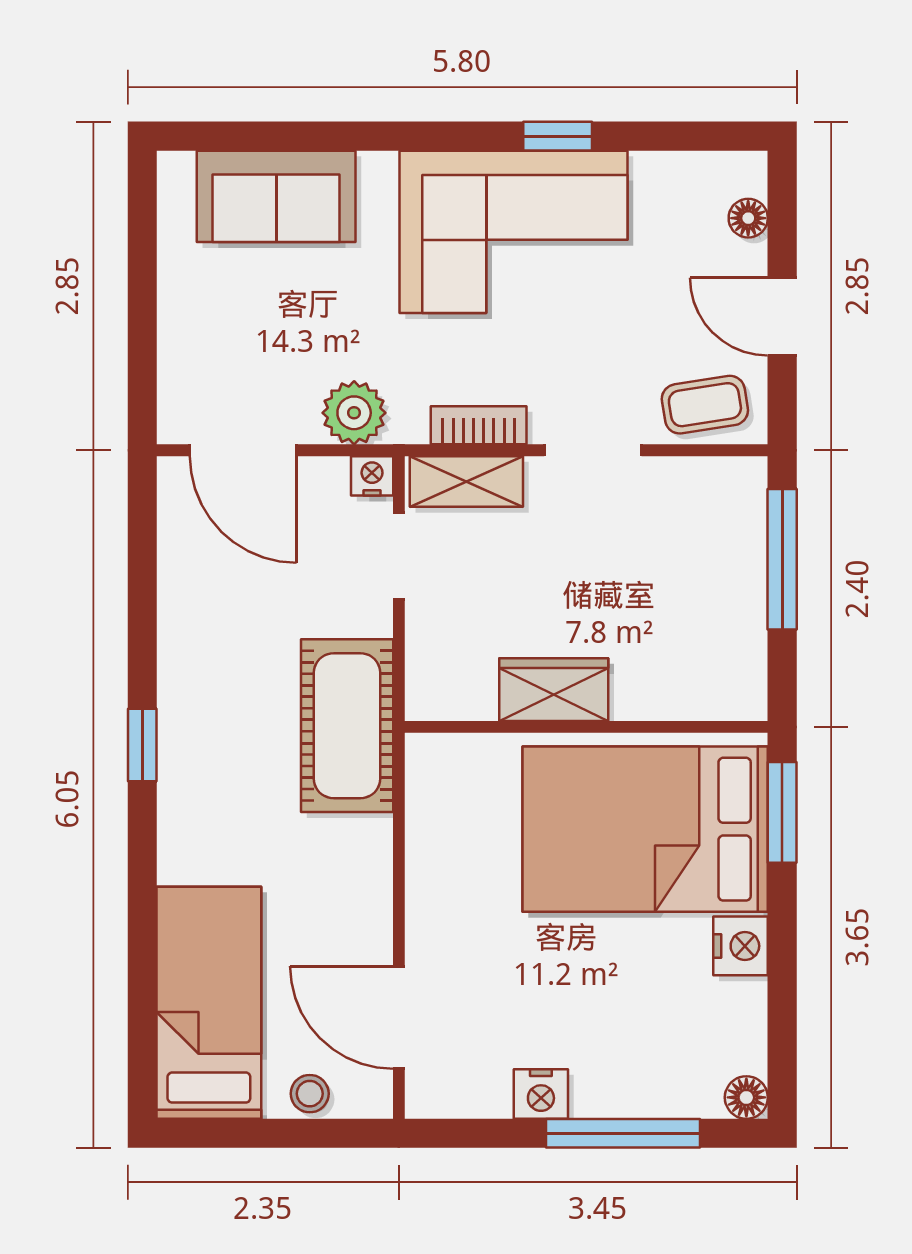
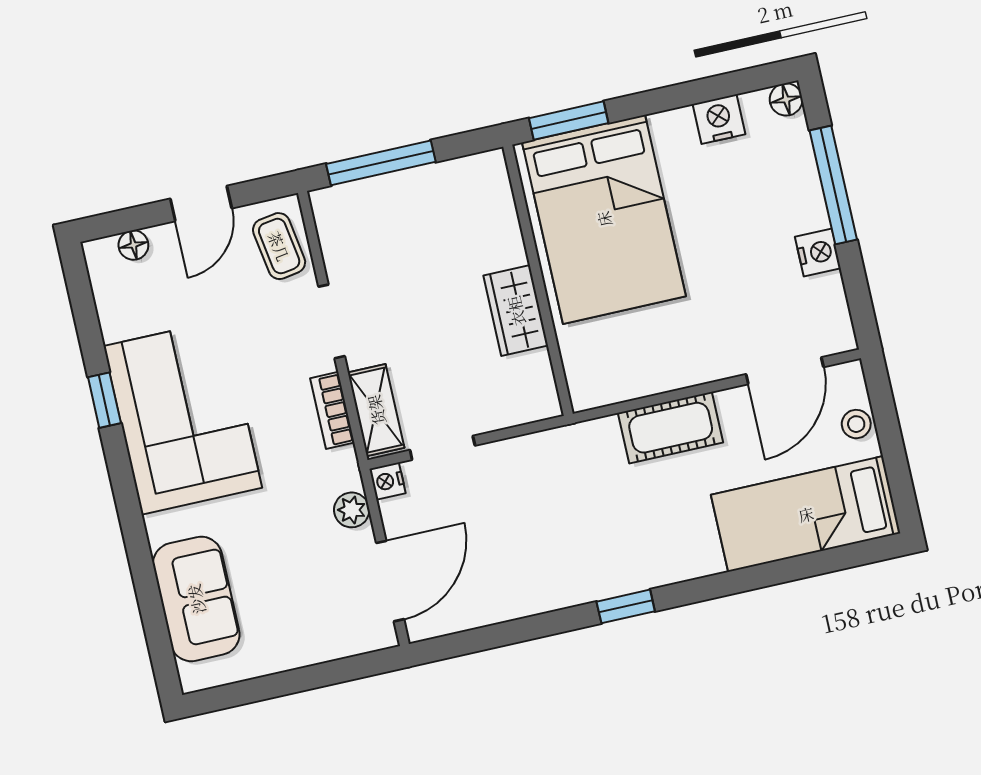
plant: (354, 413) -> (352, 510), width x0.73, depth x0.73
cot: (347, 726) -> (671, 428), moved, width x0.73, depth x0.75
nightstand: (741, 946) -> (719, 119), moved

